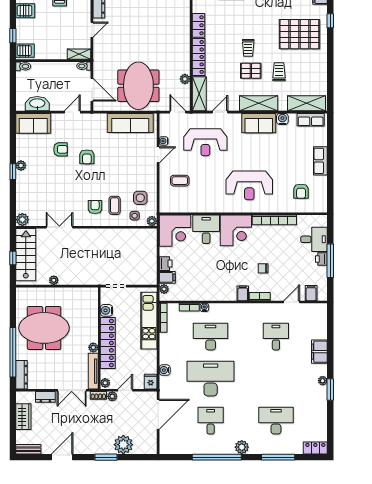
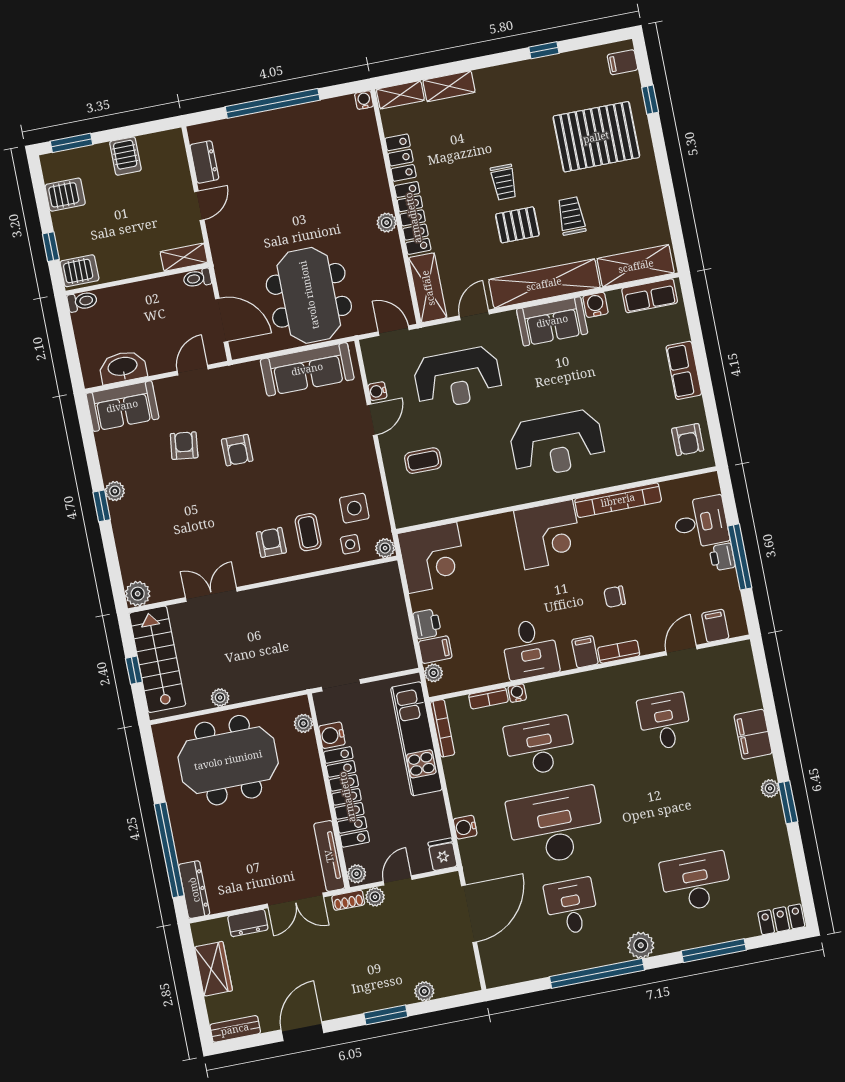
plant: (185, 79) -> (387, 223), moved
shelving: (259, 103) -> (544, 284), width x1.47
armchair: (60, 149) -> (184, 446), turned -83
armchair: (301, 191) -> (688, 440), moved
desk: (206, 229) -> (530, 649), moved, turned 180
meeting table: (44, 328) -> (228, 760), moved
plant: (93, 347) -> (303, 723), moved
plant: (123, 445) -> (424, 991), width x0.53, depth x0.53

